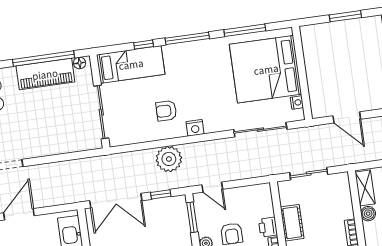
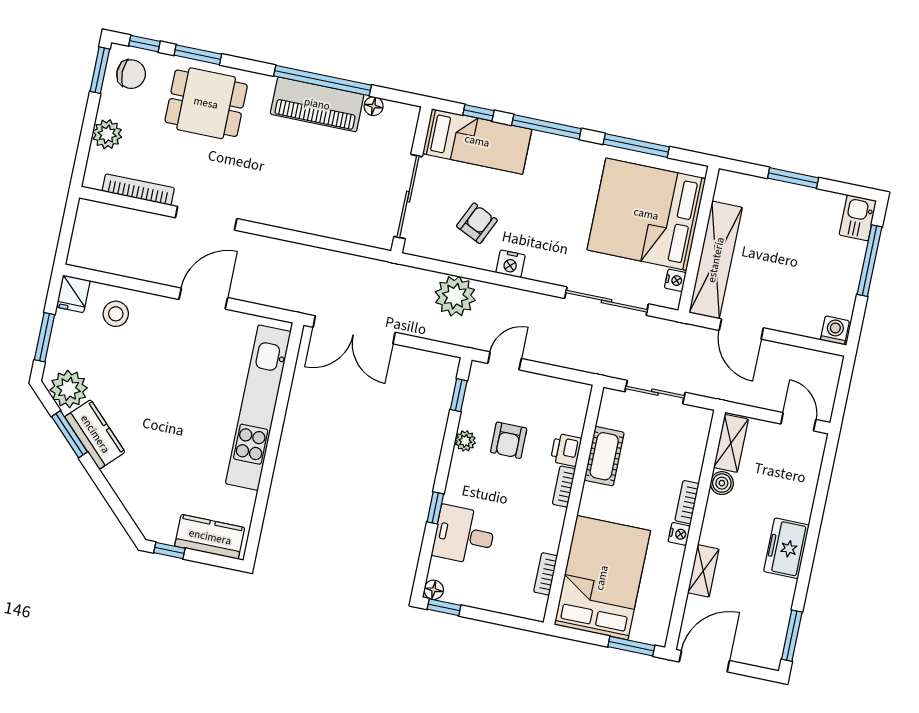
bed: (131, 64) -> (477, 141), moved
shelving: (317, 82) -> (716, 260), added
wall: (100, 101) -> (412, 180), moved
armchair: (166, 111) -> (477, 223), turned 115
sliding door: (101, 112) -> (408, 197), moved
door: (212, 187) -> (505, 361), swing flipped
window: (161, 194) -> (424, 344), removed
window: (192, 217) -> (459, 395), width x0.67

